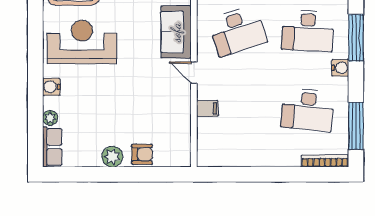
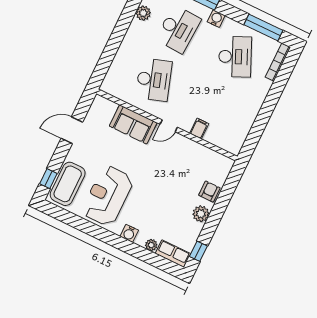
desk: (308, 110) -> (235, 57), turned -30
window: (69, 174) -> (198, 251), added

